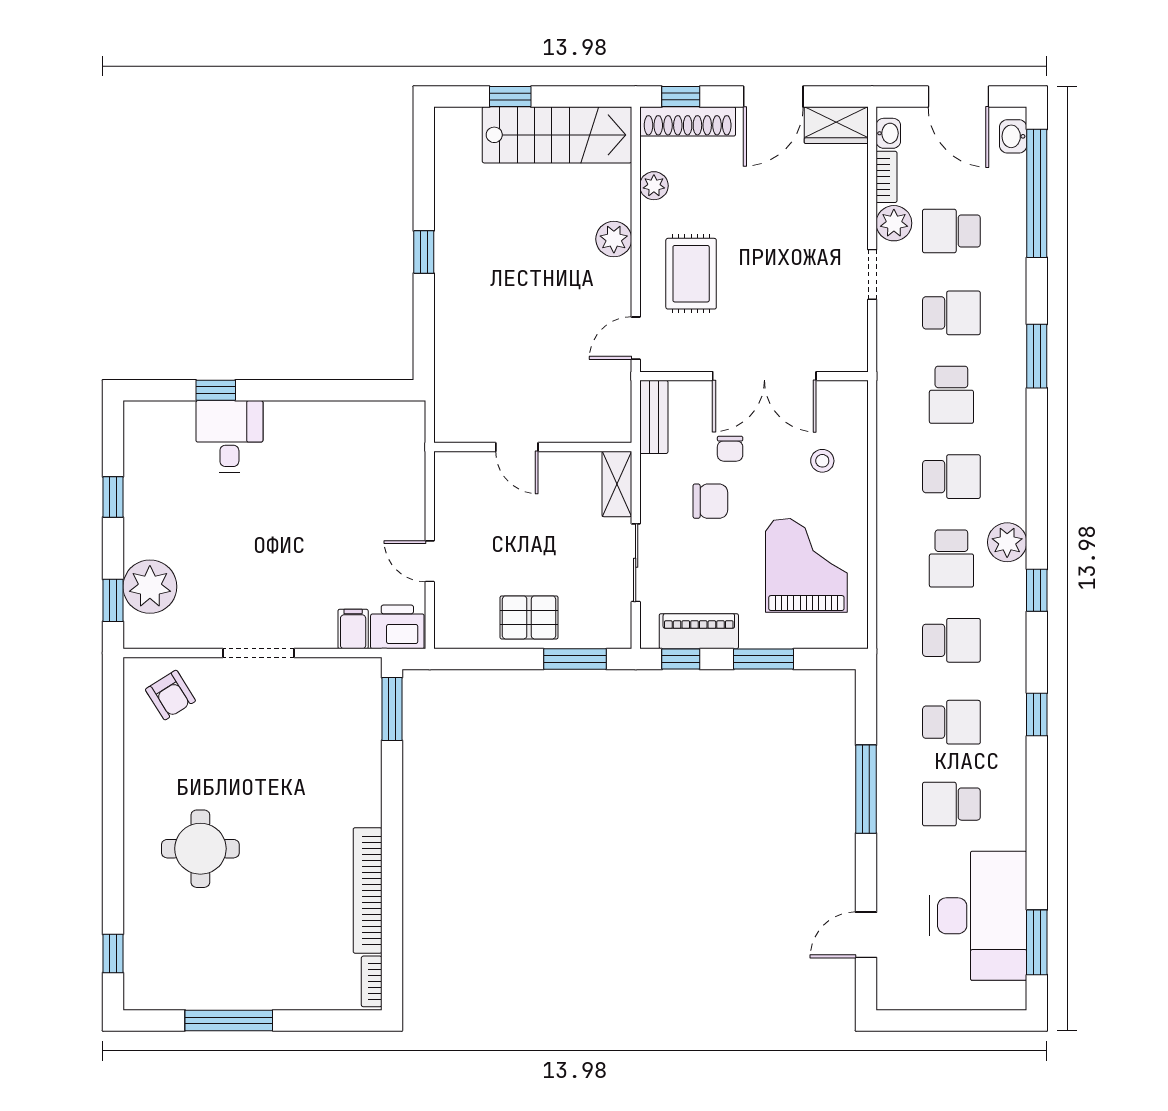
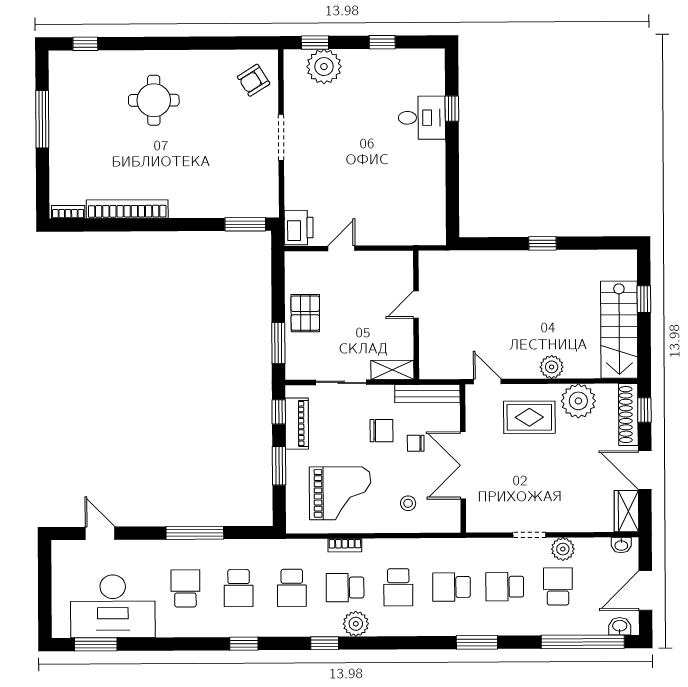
bookcase: (886, 177) -> (345, 545), moved
plant: (654, 186) -> (578, 401), width x1.88, depth x1.88
school desk: (951, 313) -> (505, 587), turned 90
bench: (654, 417) -> (427, 394), width x1.36
chair: (710, 501) -> (381, 431), turned -90
filing cabinet: (353, 629) -> (297, 199), removed

